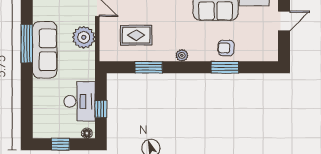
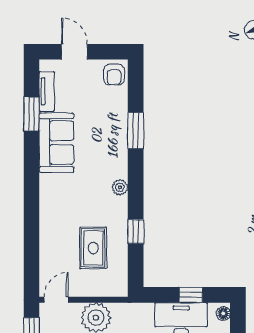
armchair: (226, 48) -> (114, 75), moved
window: (149, 67) -> (136, 232), width x0.67

